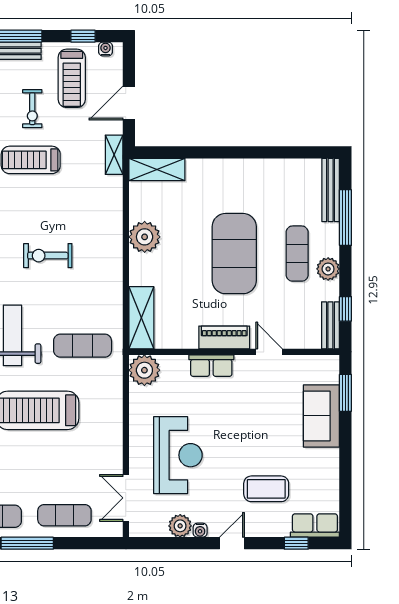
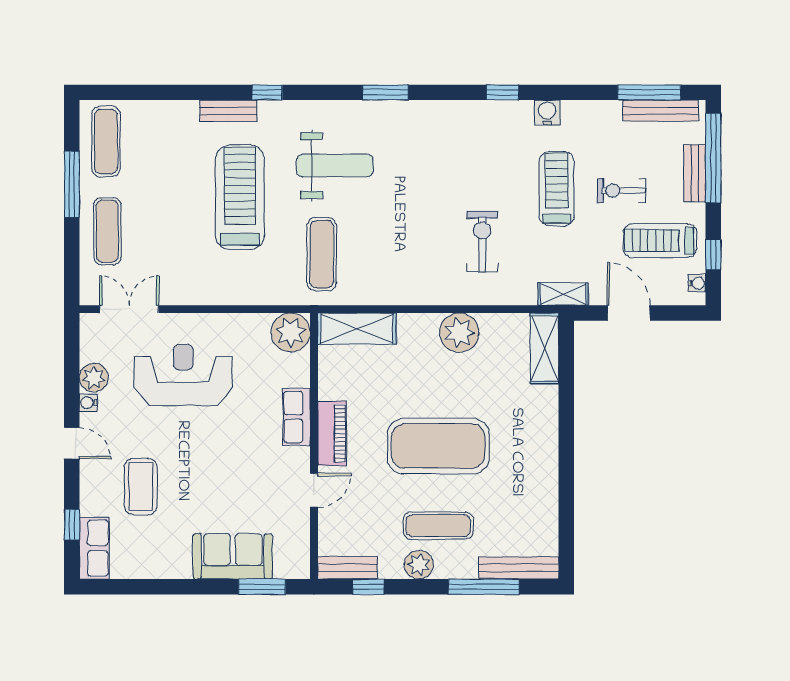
exercise bike: (48, 256) -> (482, 241), moved
reception desk: (178, 455) -> (183, 375), turned 180

